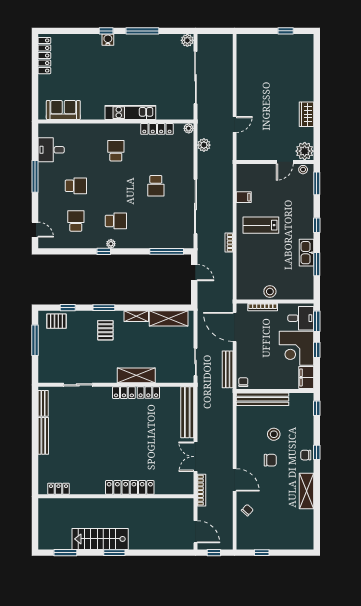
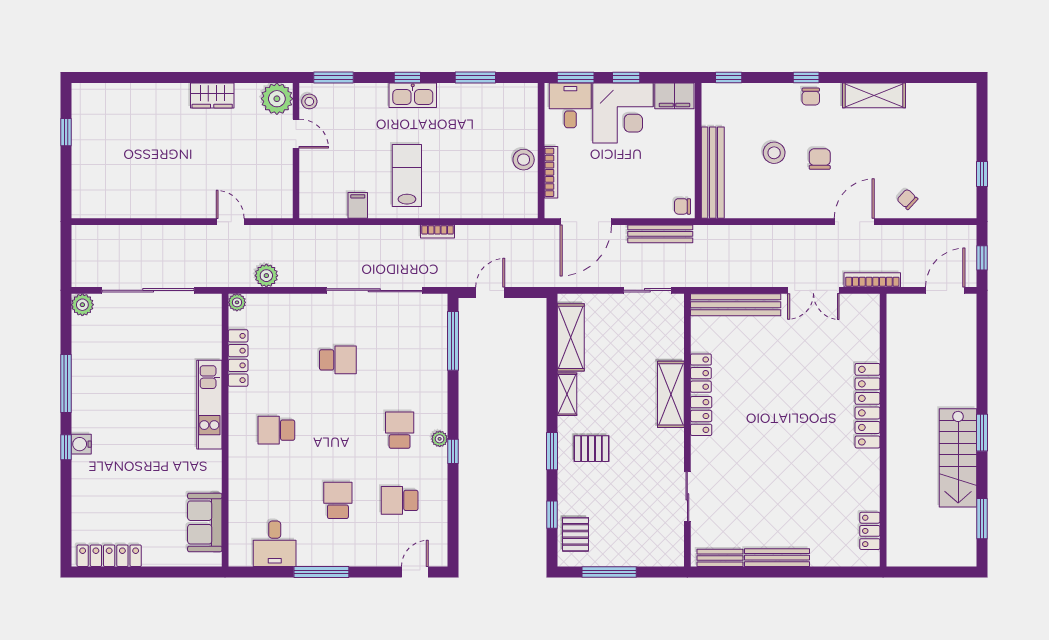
lab bench: (261, 225) -> (407, 175), turned 180
kitchen sink: (307, 253) -> (413, 95), moved

